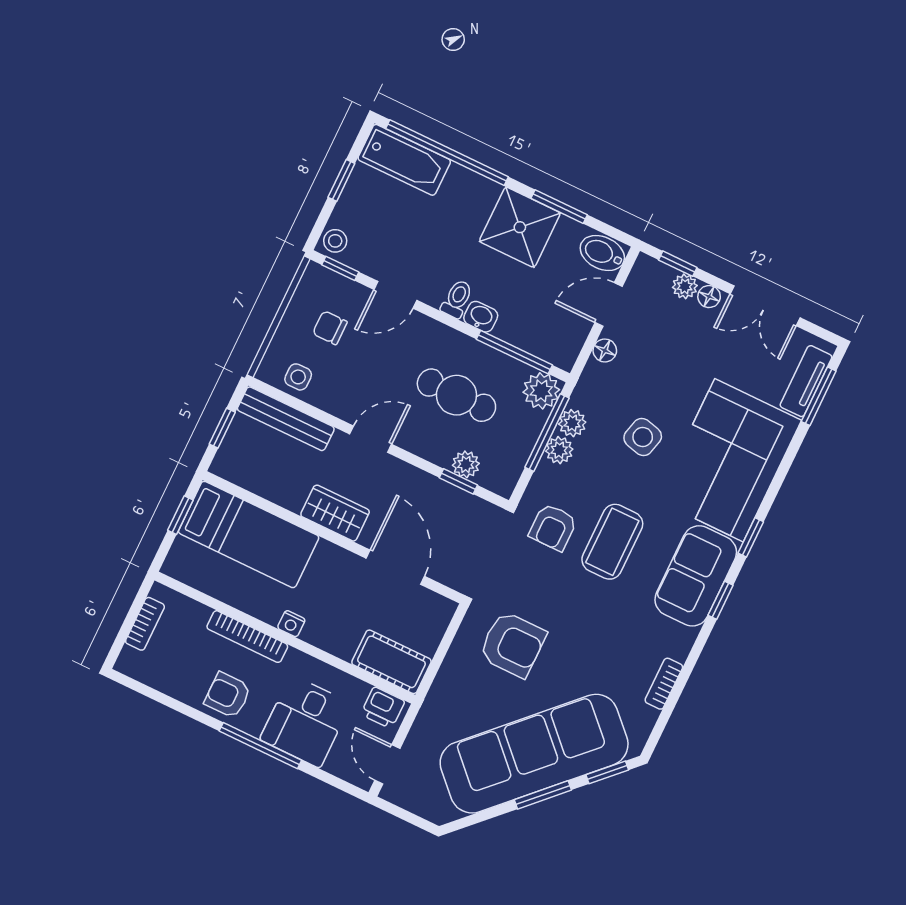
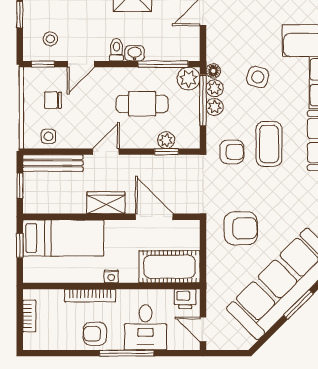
stool: (335, 241) -> (50, 39), moved
floor lamp: (605, 350) -> (213, 71), moved
armchair: (553, 527) -> (232, 152), turned -90
cot: (391, 662) -> (169, 267), width x1.37, depth x1.34

